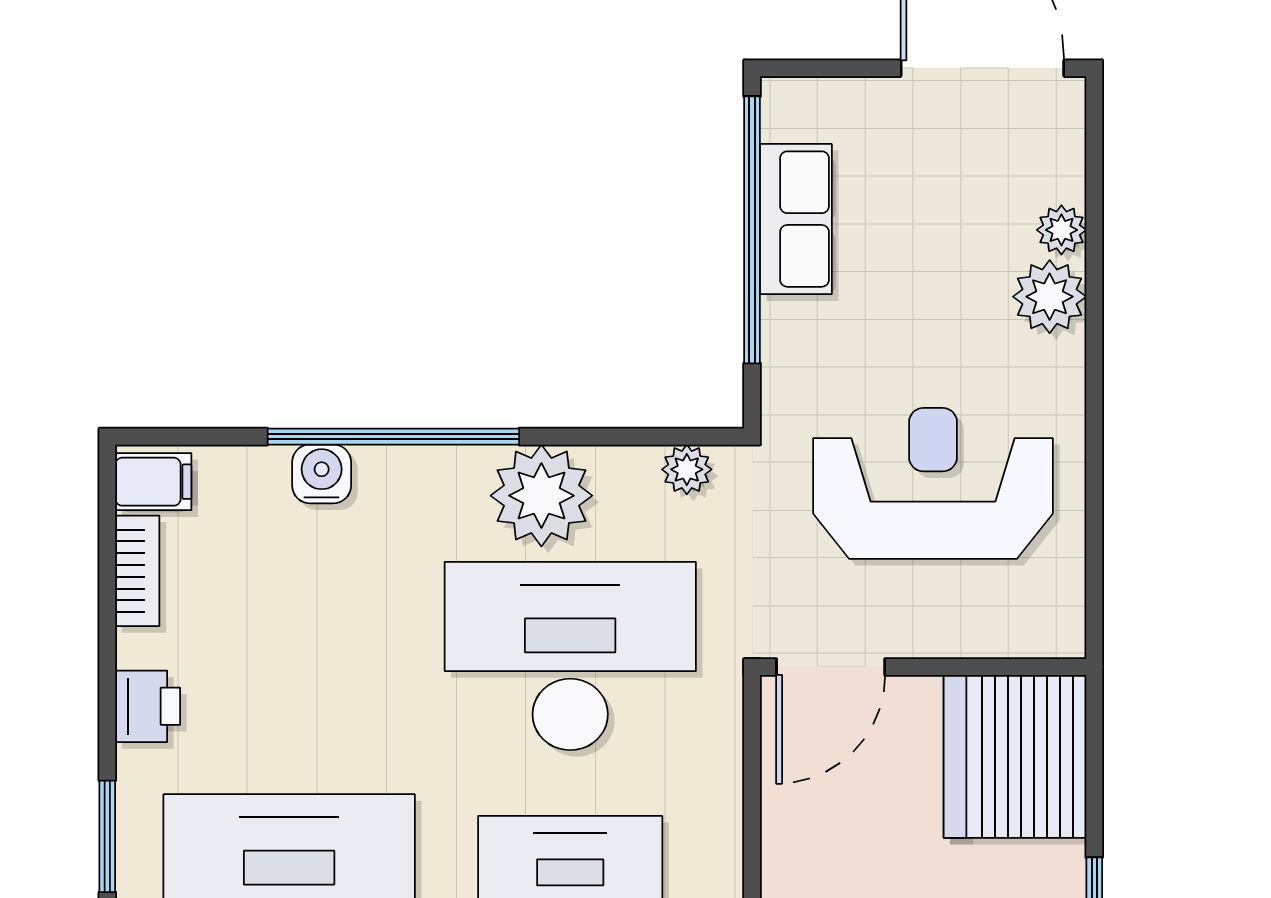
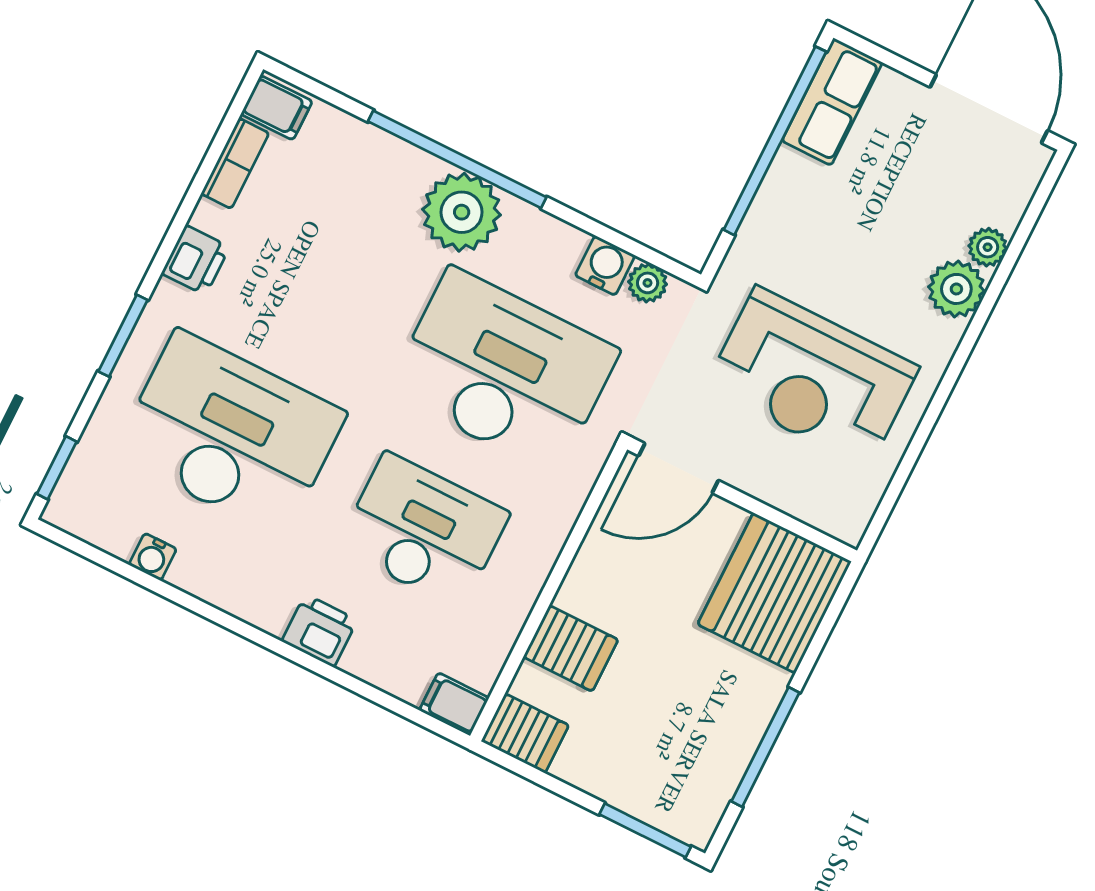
row of seats: (796, 219) -> (832, 102), moved
water cooler: (322, 474) -> (605, 265), moved
reception desk: (933, 483) -> (812, 377), turned 180
plant: (541, 496) -> (462, 212), moved

